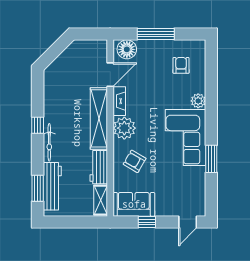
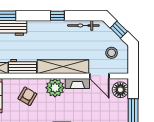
window: (54, 51) -> (119, 30), added
stool: (82, 60) -> (112, 53), added
bicycle: (49, 142) -> (83, 25), moved

